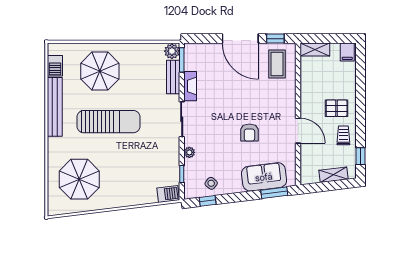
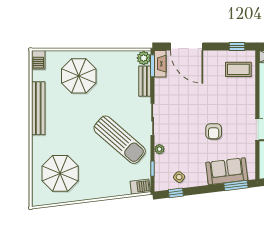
door: (240, 39) -> (187, 47), moved
coffee table: (277, 64) -> (238, 69), turned 90
barbecue: (55, 66) -> (38, 60), moved
fireplace: (190, 86) -> (160, 64), moved
sun lounger: (108, 122) -> (120, 140), moved, turned 41

